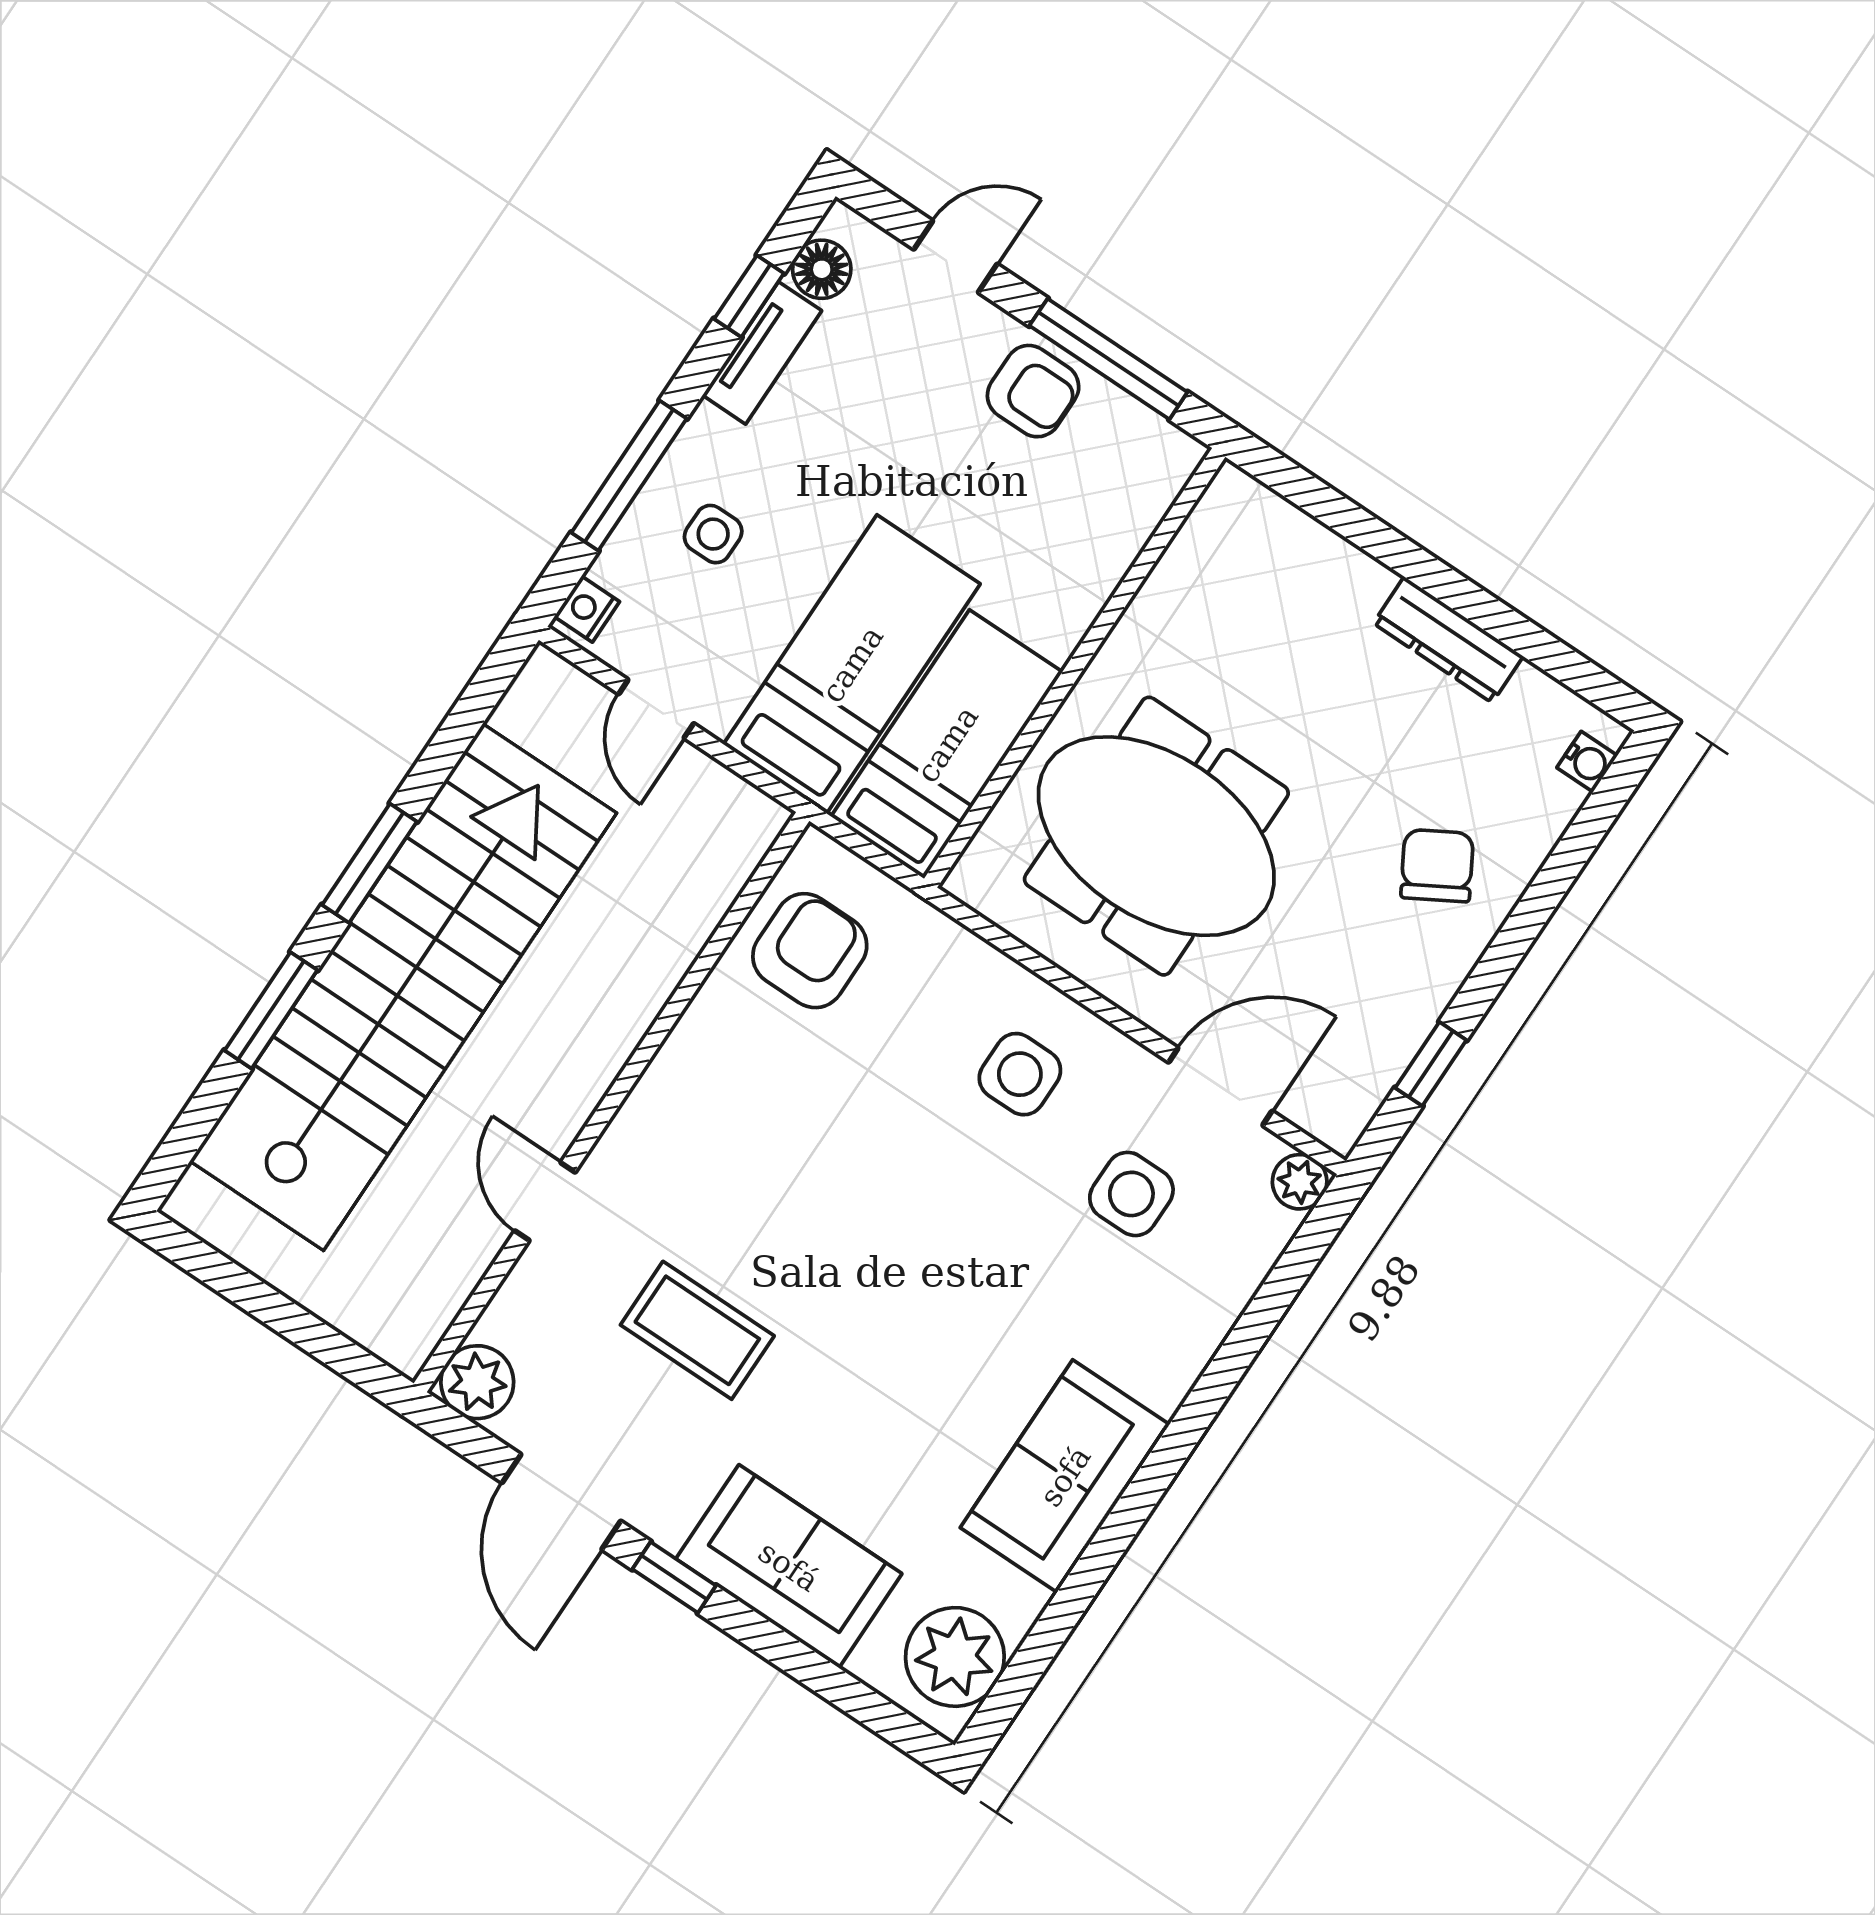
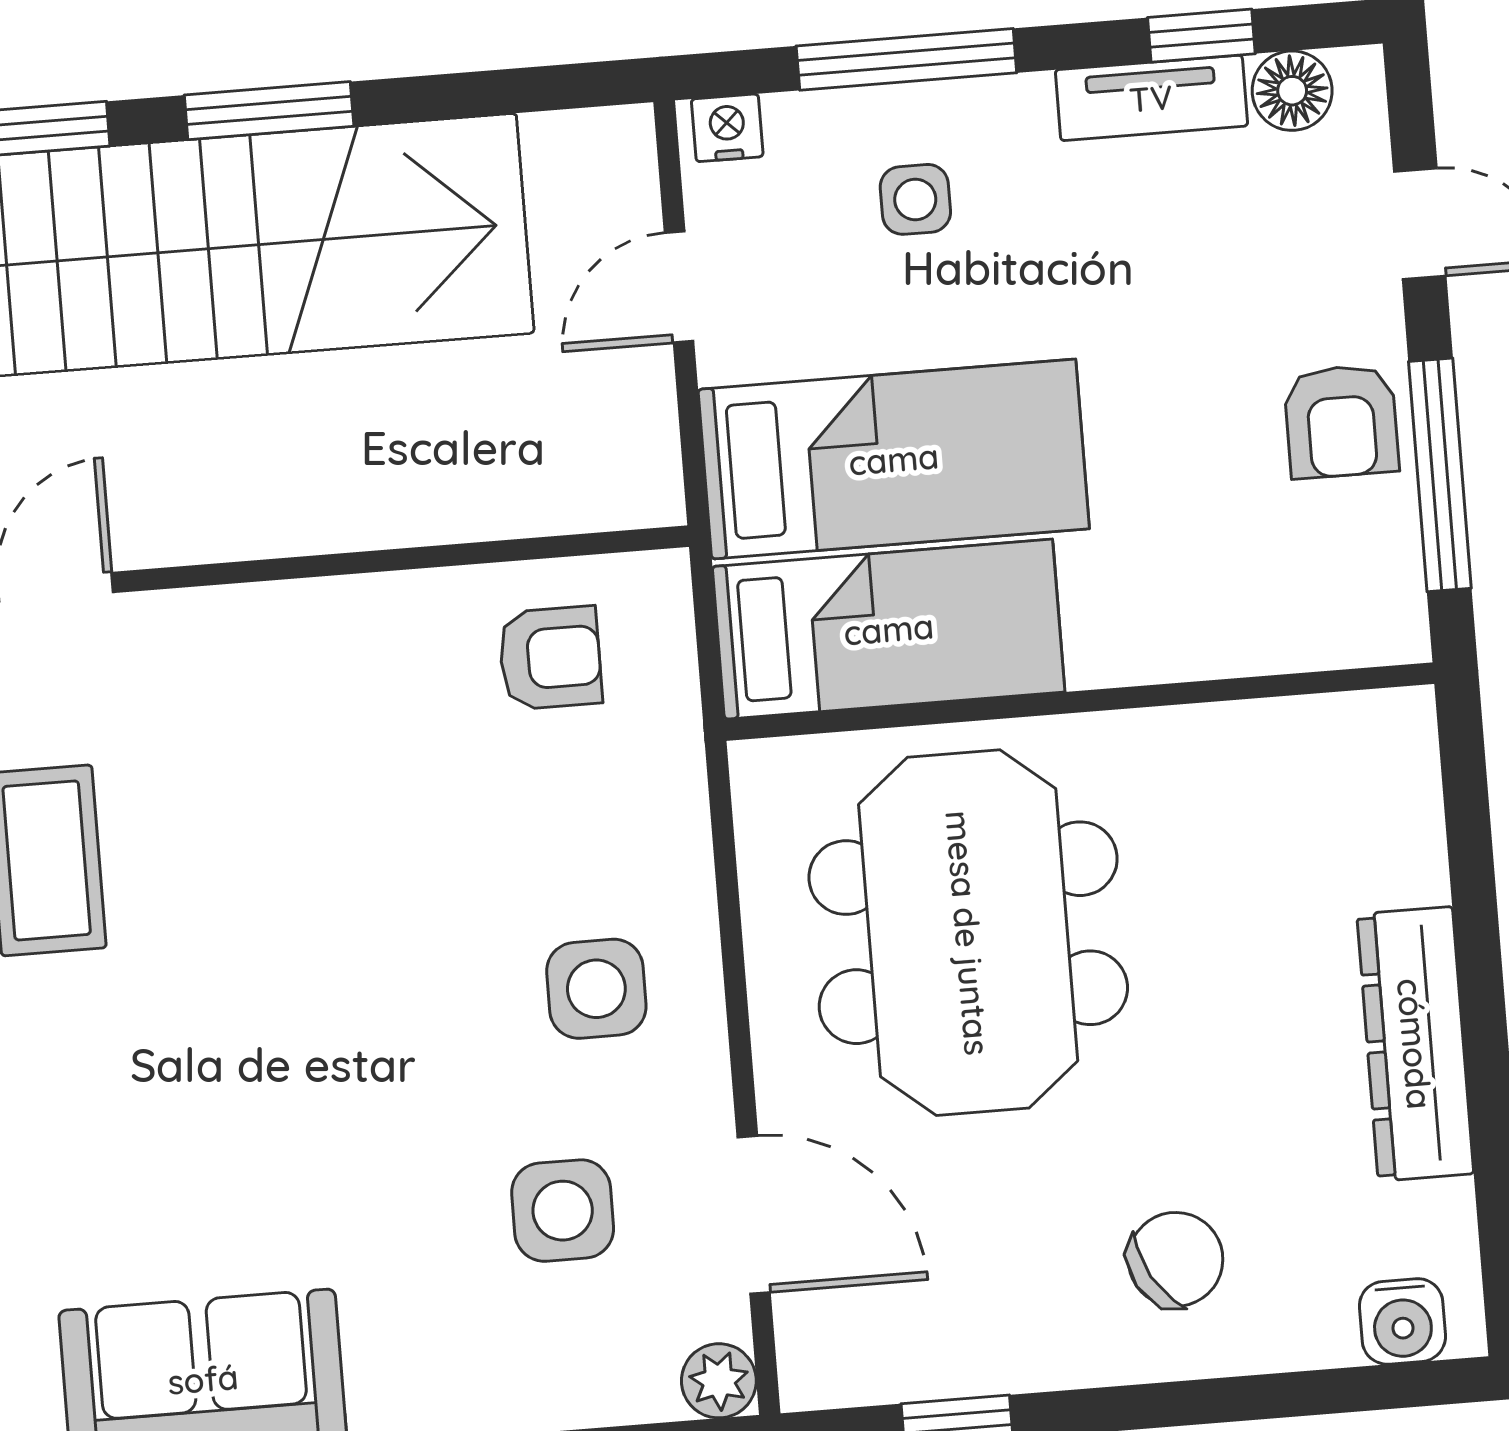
dresser: (1448, 640) -> (1415, 1044), width x1.37, depth x1.24
water cooler: (1587, 762) -> (1402, 1321), width x1.38, depth x1.38
armchair: (810, 951) -> (550, 658), width x0.72, depth x0.72

